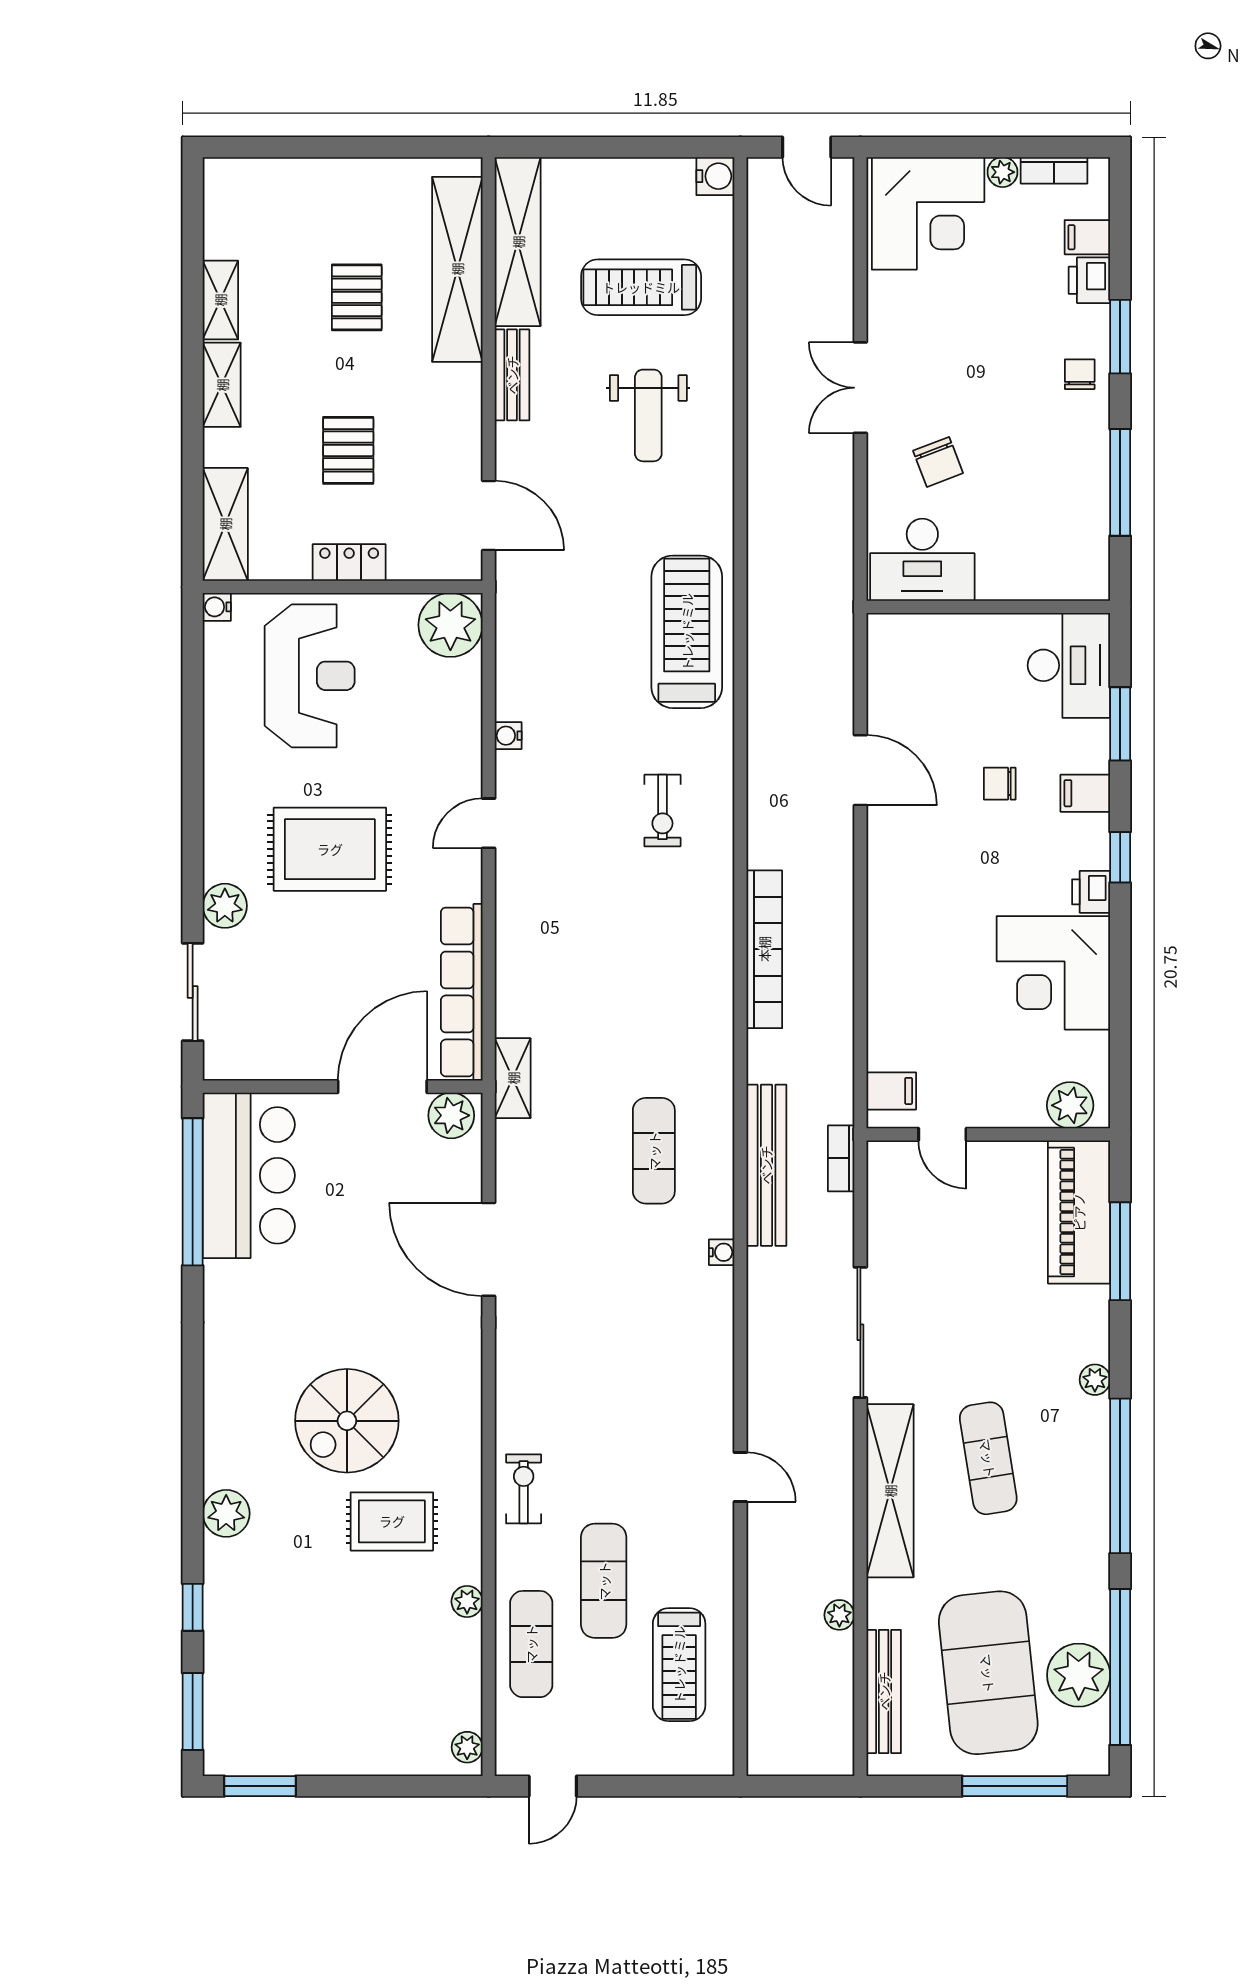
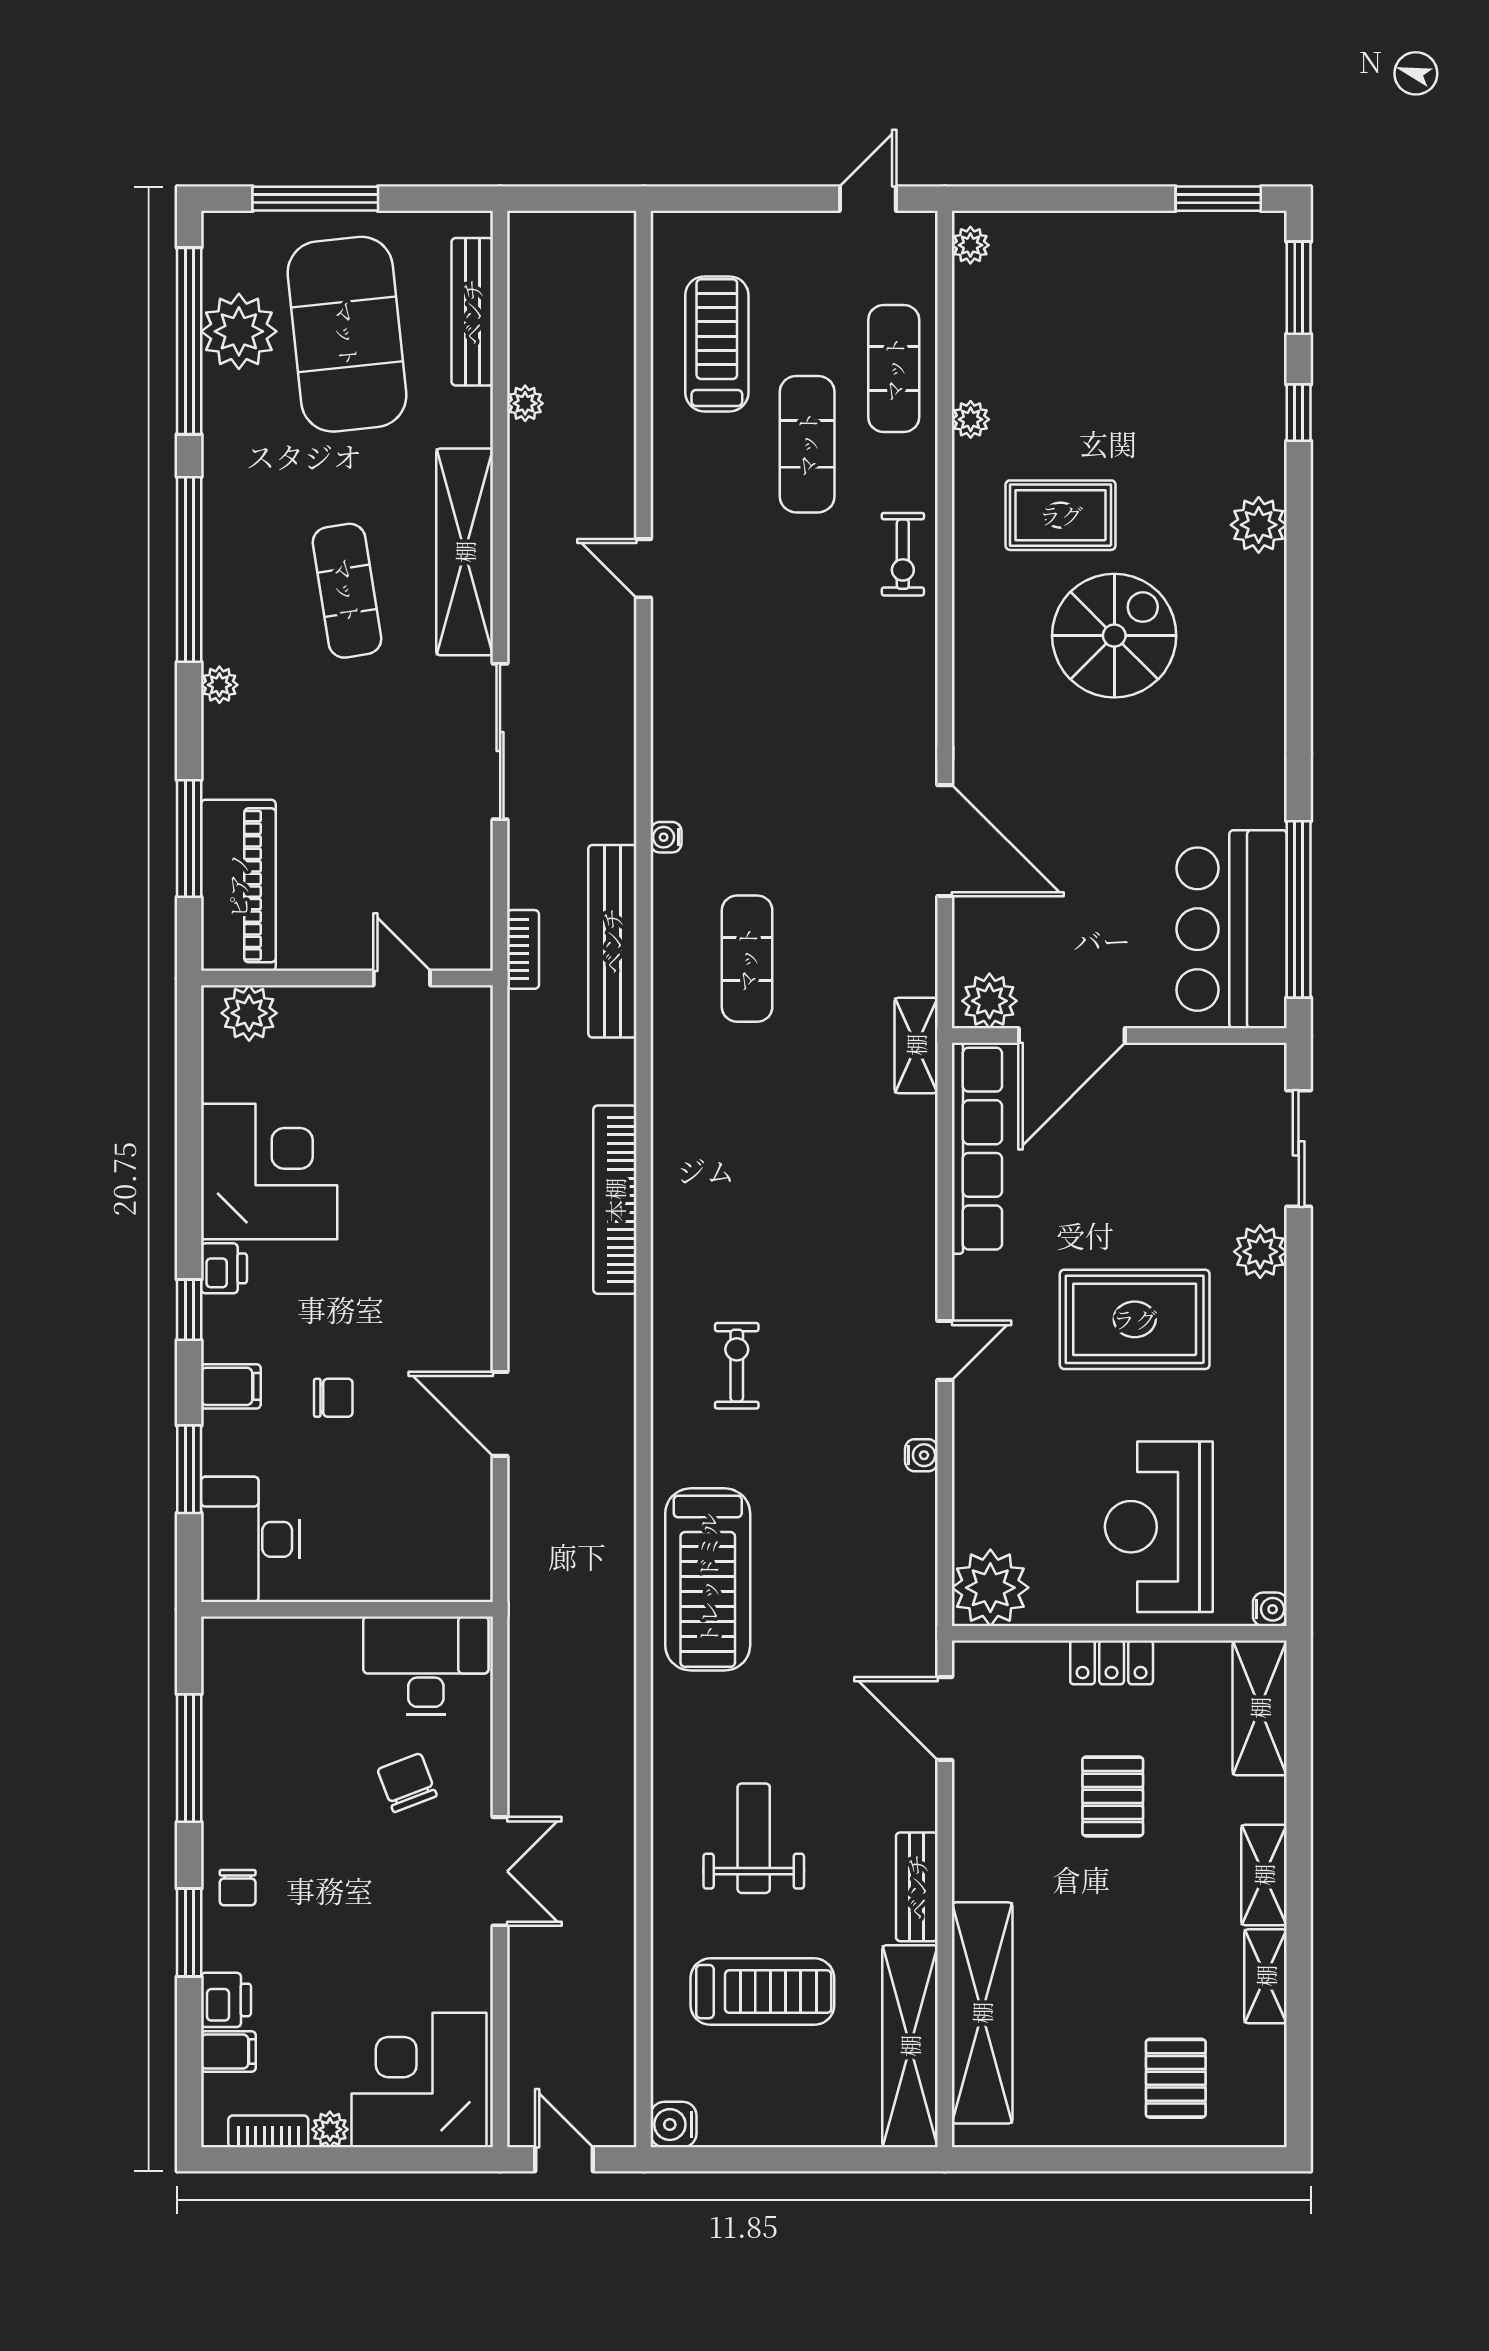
pallet: (357, 297) -> (1176, 2078), moved
filing cabinet: (891, 1091) -> (463, 1030), removed

